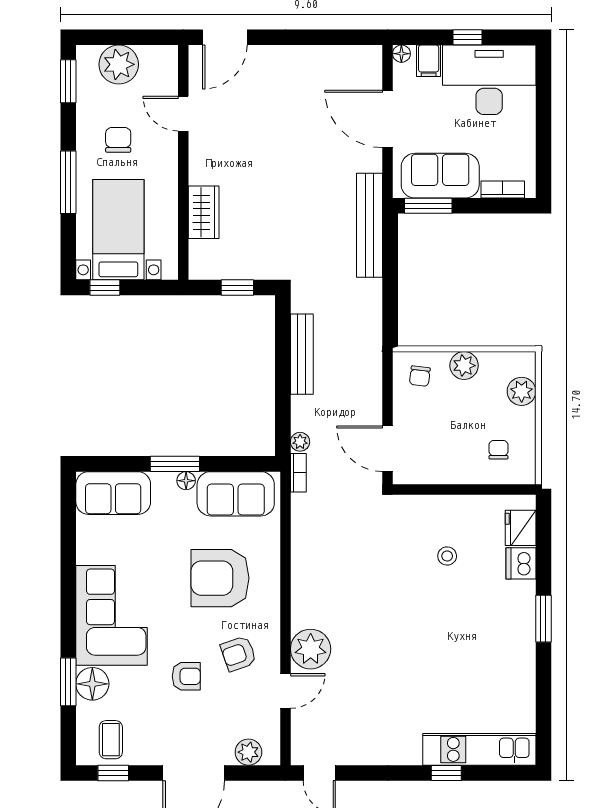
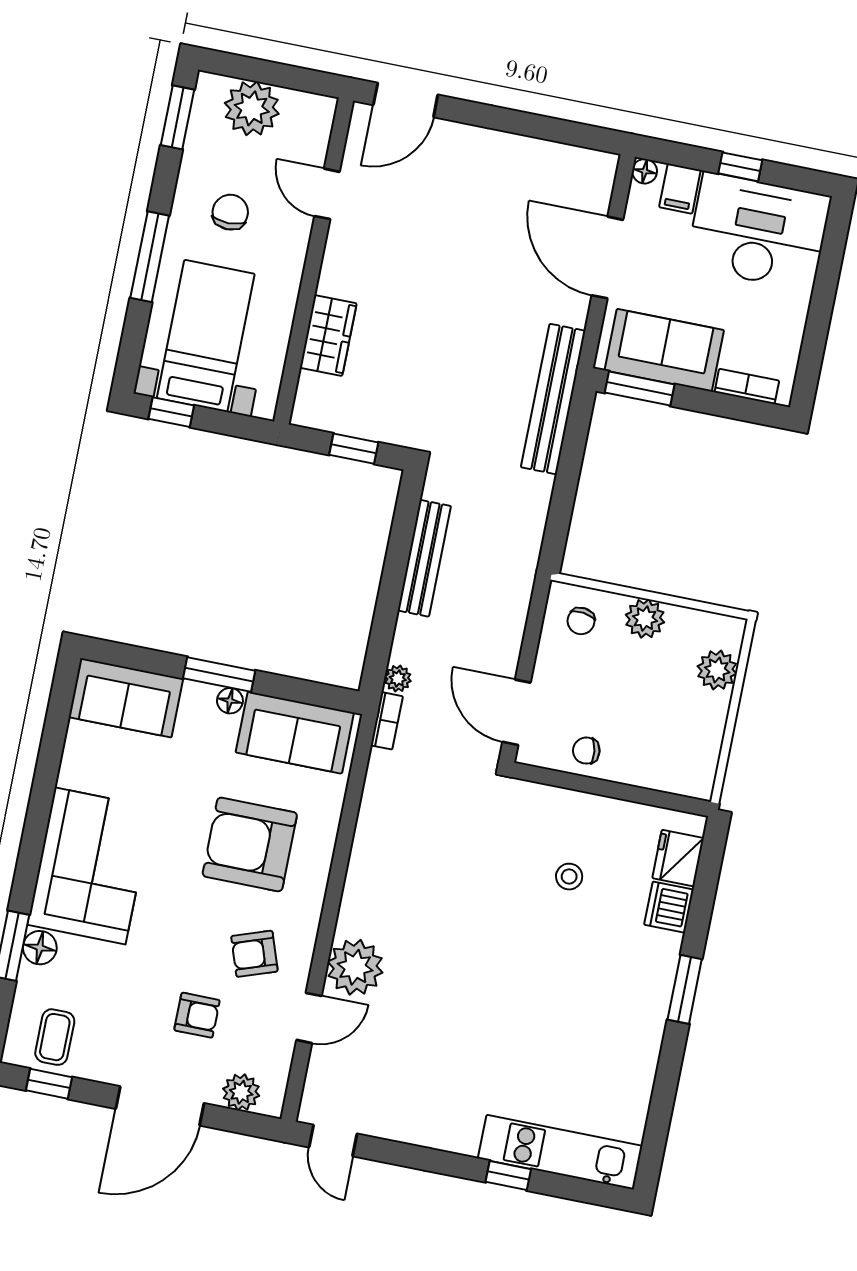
chair: (498, 450) -> (586, 751), moved, turned -98
armchair: (186, 676) -> (197, 1015), moved
floor lamp: (92, 684) -> (40, 948), width x0.73, depth x0.73

